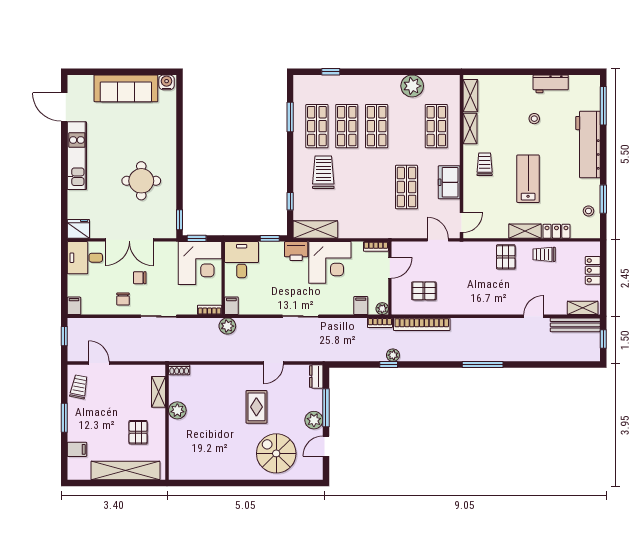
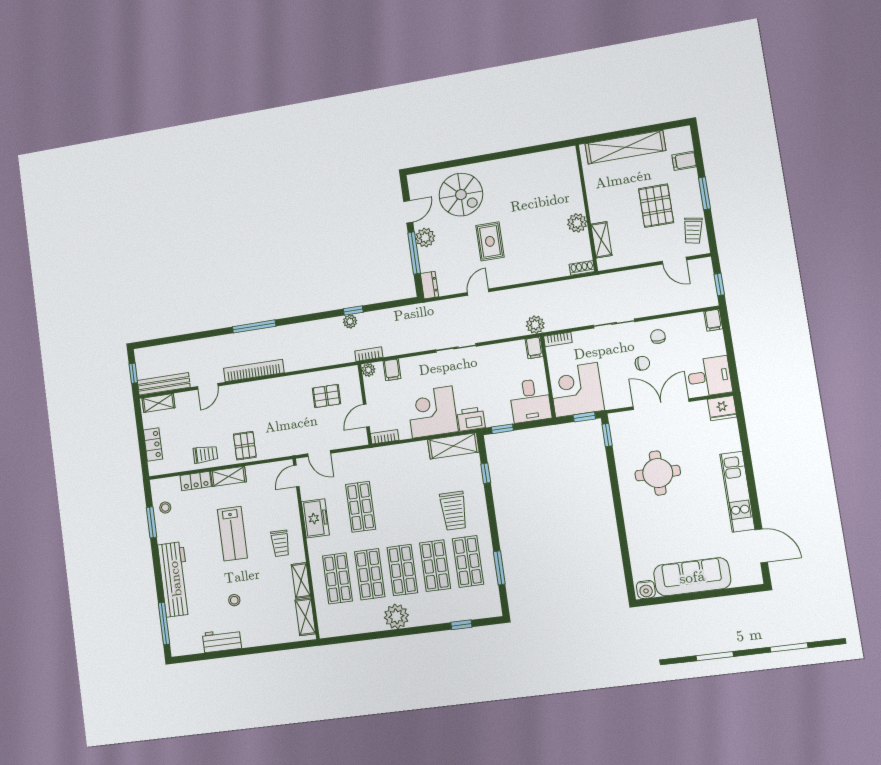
plant: (412, 86) -> (396, 616), moved
shop shelf: (406, 126) -> (370, 574), added
bookcase: (422, 324) -> (254, 370), moved
pallet: (138, 432) -> (656, 206), moved, width x1.50, depth x1.42

